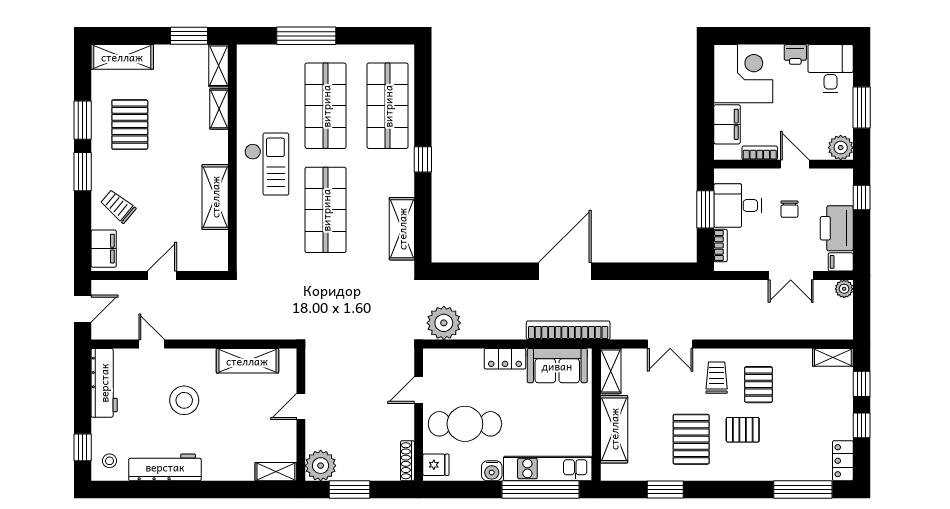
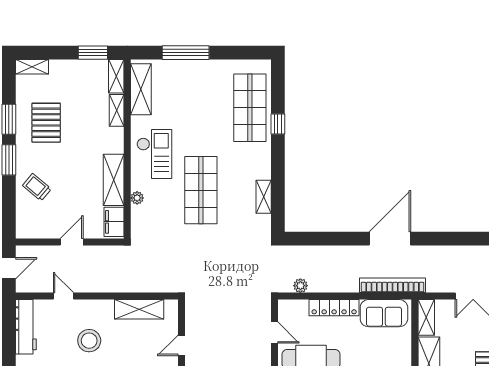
shelving: (122, 57) -> (32, 67), width x0.67, depth x0.75
shelving: (250, 82) -> (141, 89), added
shop shelf: (326, 106) -> (201, 108), removed
window: (423, 159) -> (278, 124), moved
plant: (245, 220) -> (137, 198), added
shelving: (402, 229) -> (264, 197), width x0.67, depth x0.75
filing cabinet: (104, 249) -> (114, 222), moved, turned 180
plant: (444, 323) -> (300, 286), width x0.53, depth x0.53
locker: (505, 359) -> (334, 308), width x1.53
door: (419, 390) -> (274, 333), swing flipped

